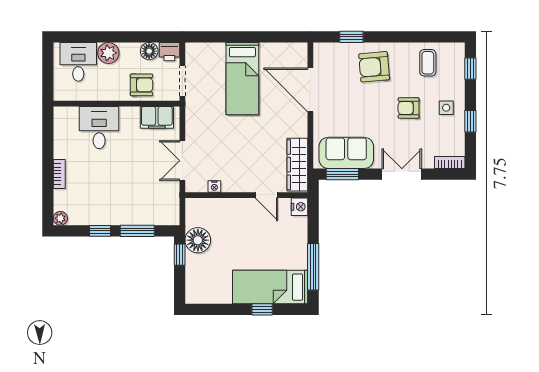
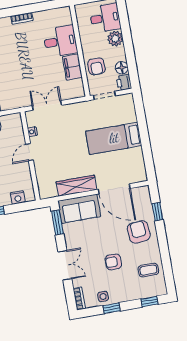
door: (310, 90) -> (114, 189), swing flipped
armchair: (409, 108) -> (113, 262), turned -90
side table: (446, 108) -> (103, 296), moved
filing cabinet: (157, 117) -> (72, 67), moved
sofa: (346, 153) -> (79, 209), moved, turned 90
wardrobe: (297, 165) -> (76, 186), moved
door: (267, 195) -> (30, 152), moved
nightstand: (299, 207) -> (18, 198), moved

